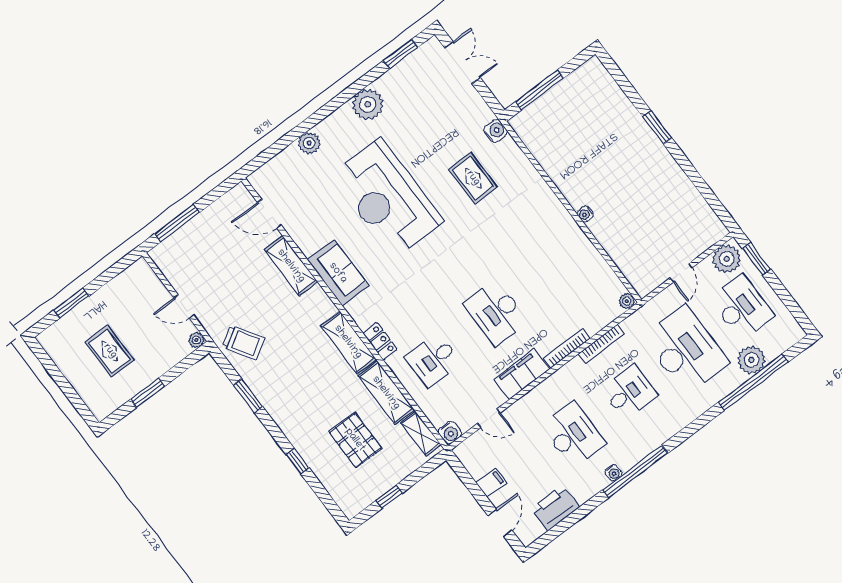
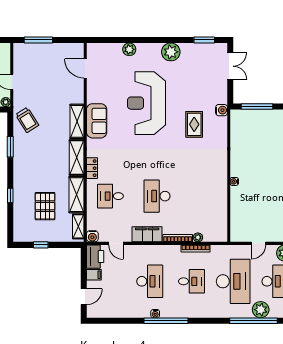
shelving: (291, 266) -> (77, 121), moved
plant: (627, 301) -> (198, 237), moved
printer: (555, 508) -> (95, 257), moved, turned 90

